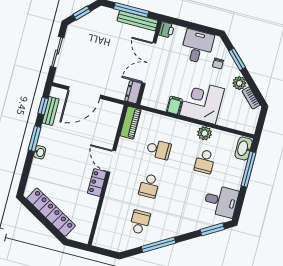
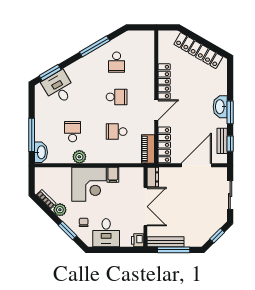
locker: (112, 123) -> (164, 145), added
washbasin: (40, 152) -> (220, 107), width x1.91, depth x1.45
door: (111, 161) -> (156, 110), hinge flipped
locker: (97, 182) -> (164, 81), width x1.53
school desk: (149, 186) -> (117, 97), turned 90
desk: (221, 201) -> (59, 88), moved, turned 59

